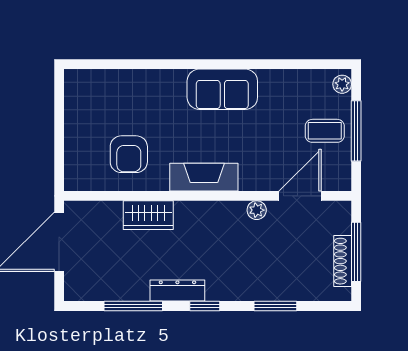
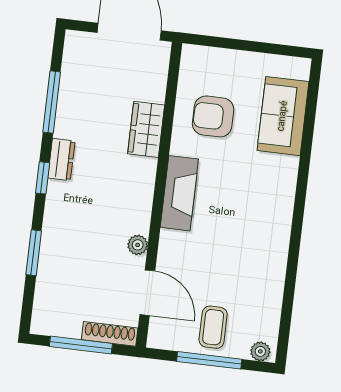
sofa: (222, 89) -> (283, 116), moved
shoe rack: (343, 261) -> (110, 334), moved
dresser: (177, 291) -> (61, 160), width x0.70

